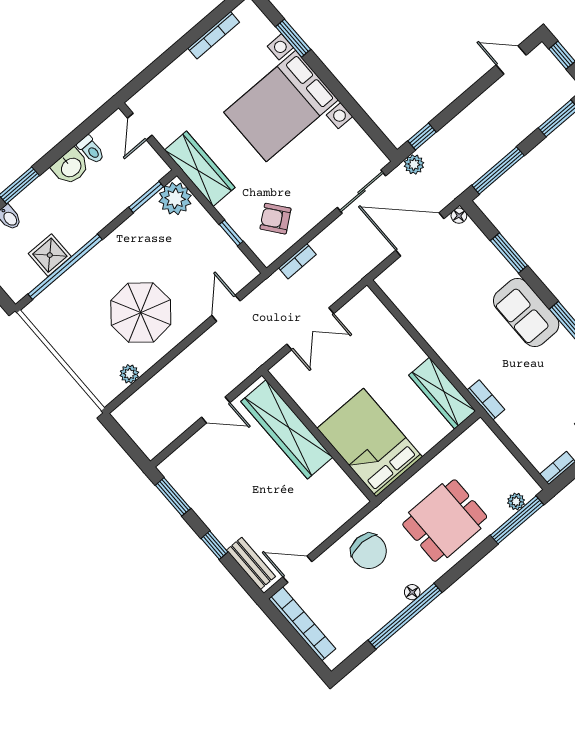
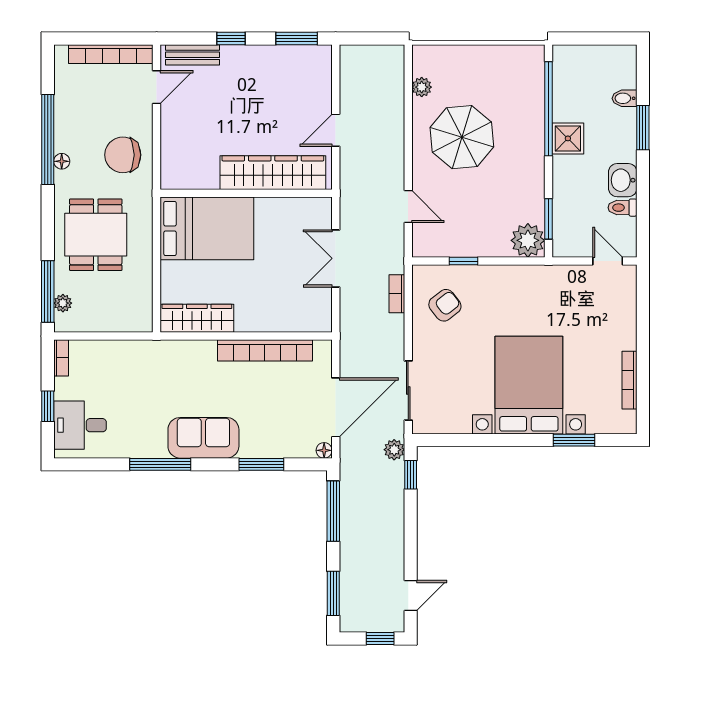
wardrobe: (200, 169) -> (535, 280), removed
shower: (50, 255) -> (568, 138), moved
bookcase: (486, 400) -> (265, 350), moved, width x2.31, depth x1.31

